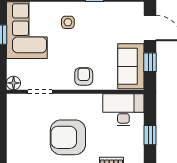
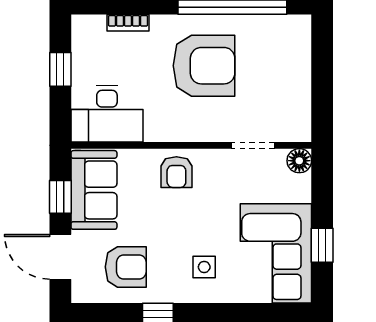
armchair: (113, 22) -> (126, 267), added

